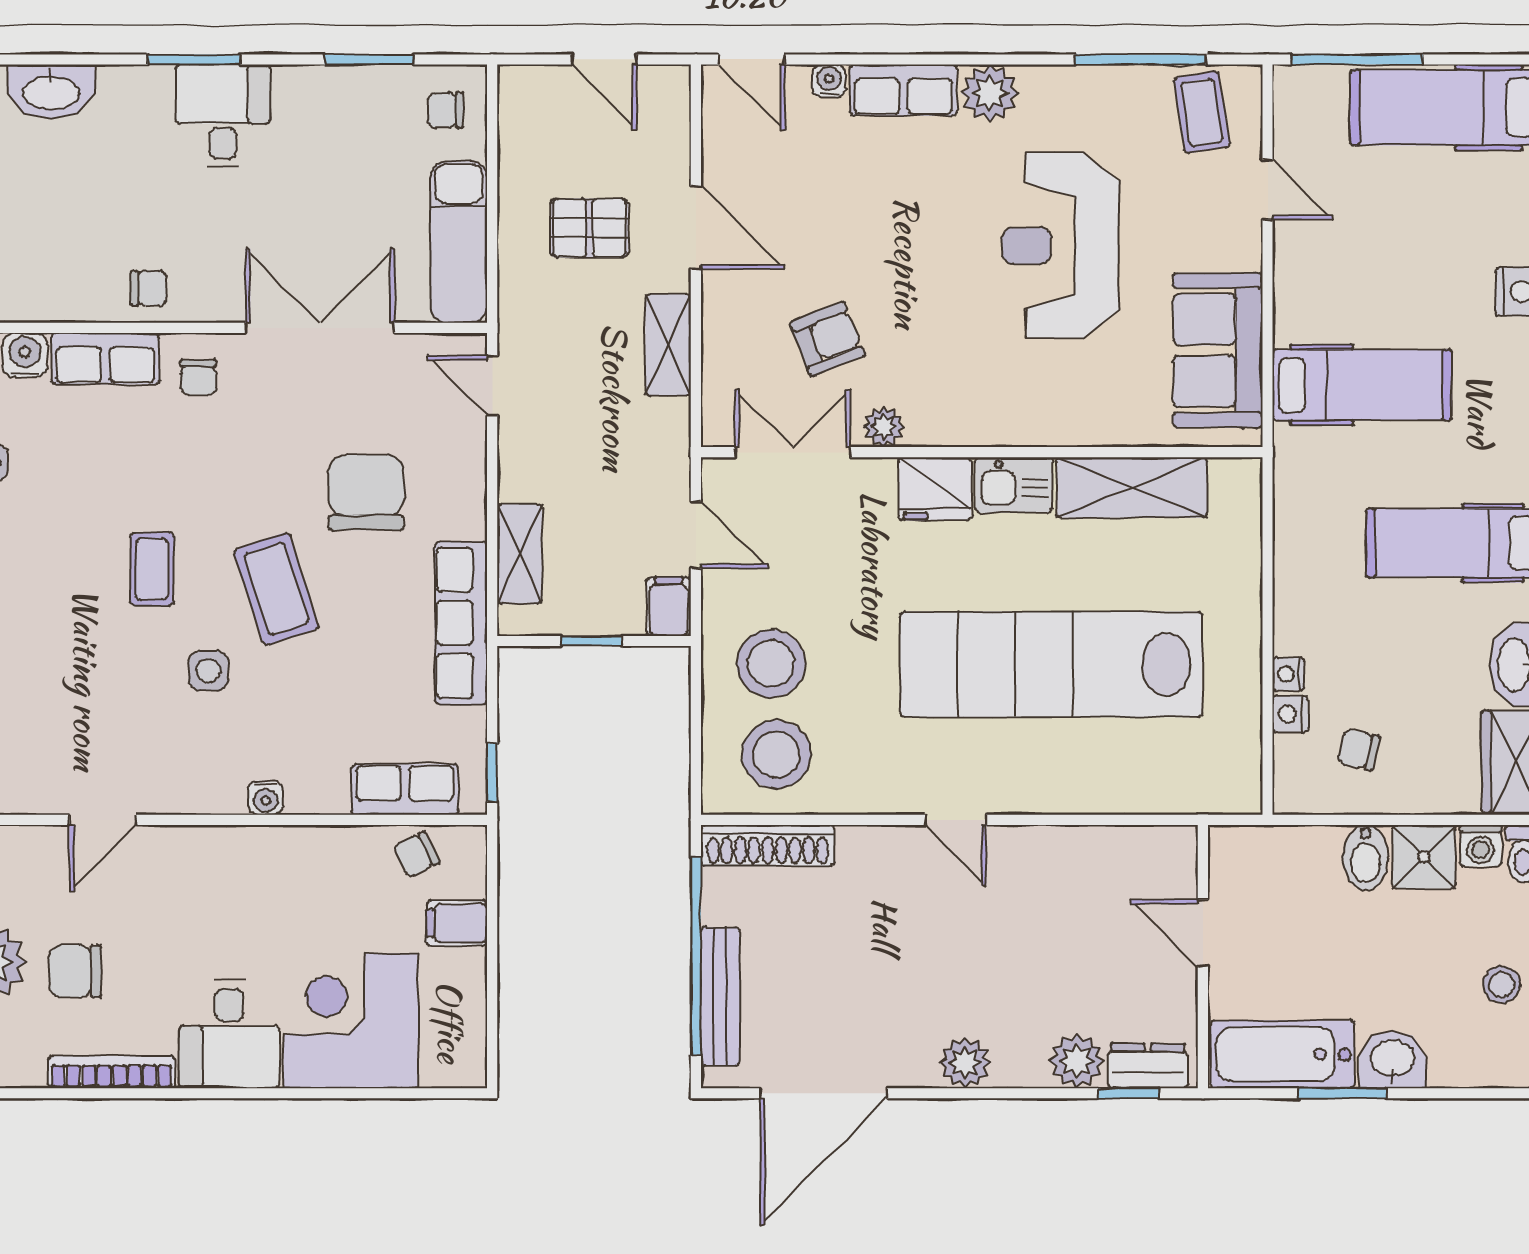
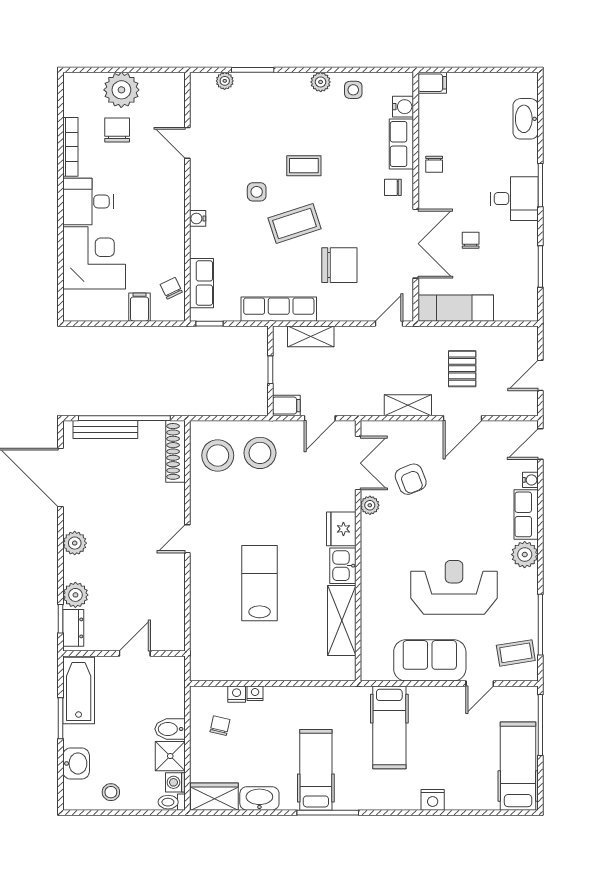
chair: (445, 110) -> (471, 240), moved
sofa: (1218, 350) -> (430, 660), moved
lab bench: (1051, 664) -> (260, 583), width x0.54, depth x0.72
washbasin: (1392, 1060) -> (76, 763), moved

